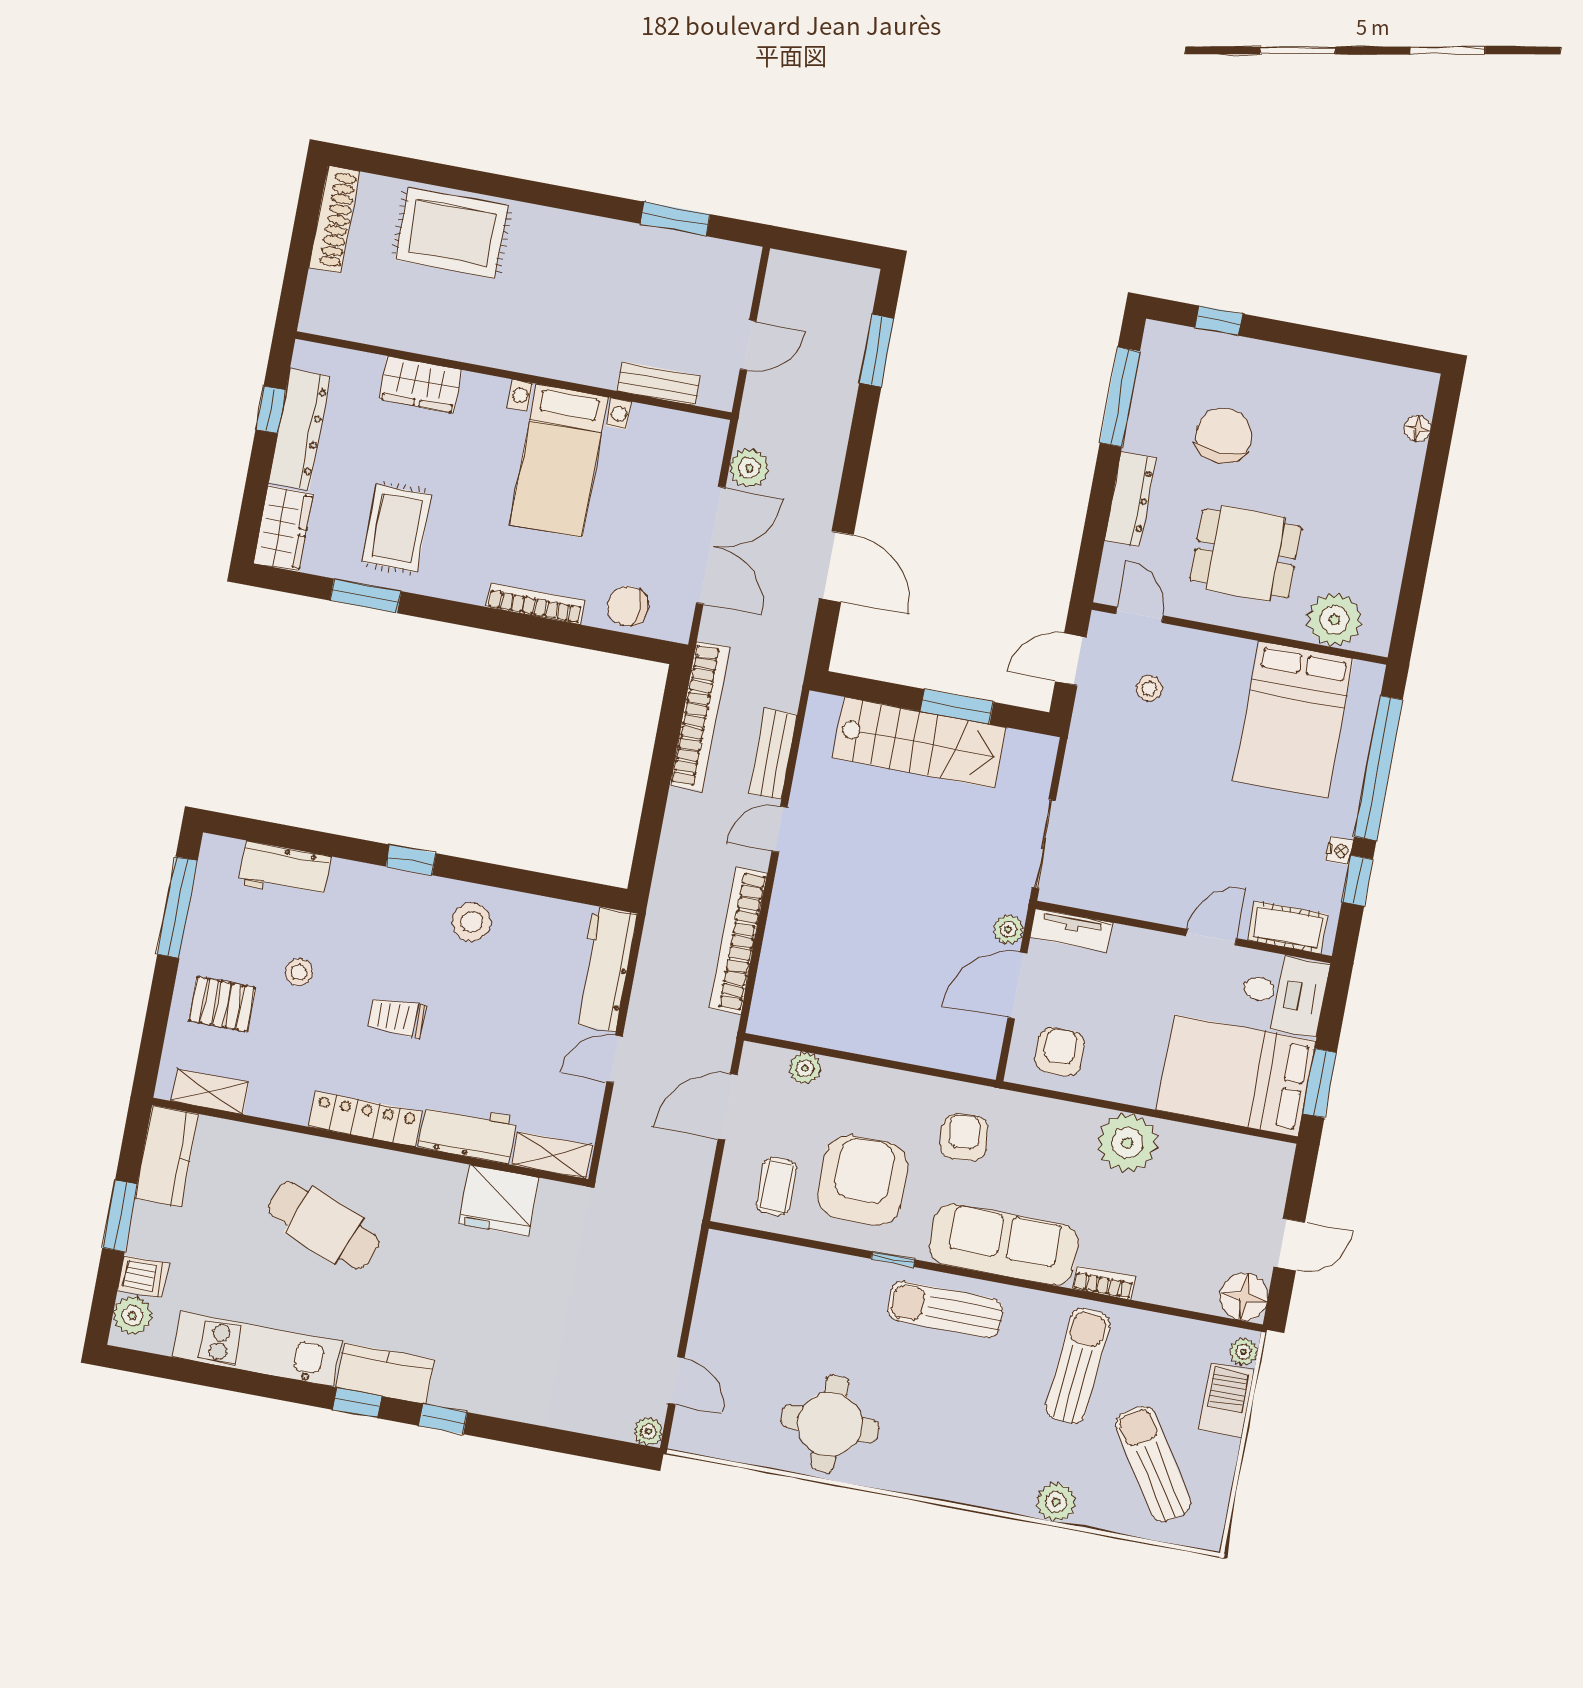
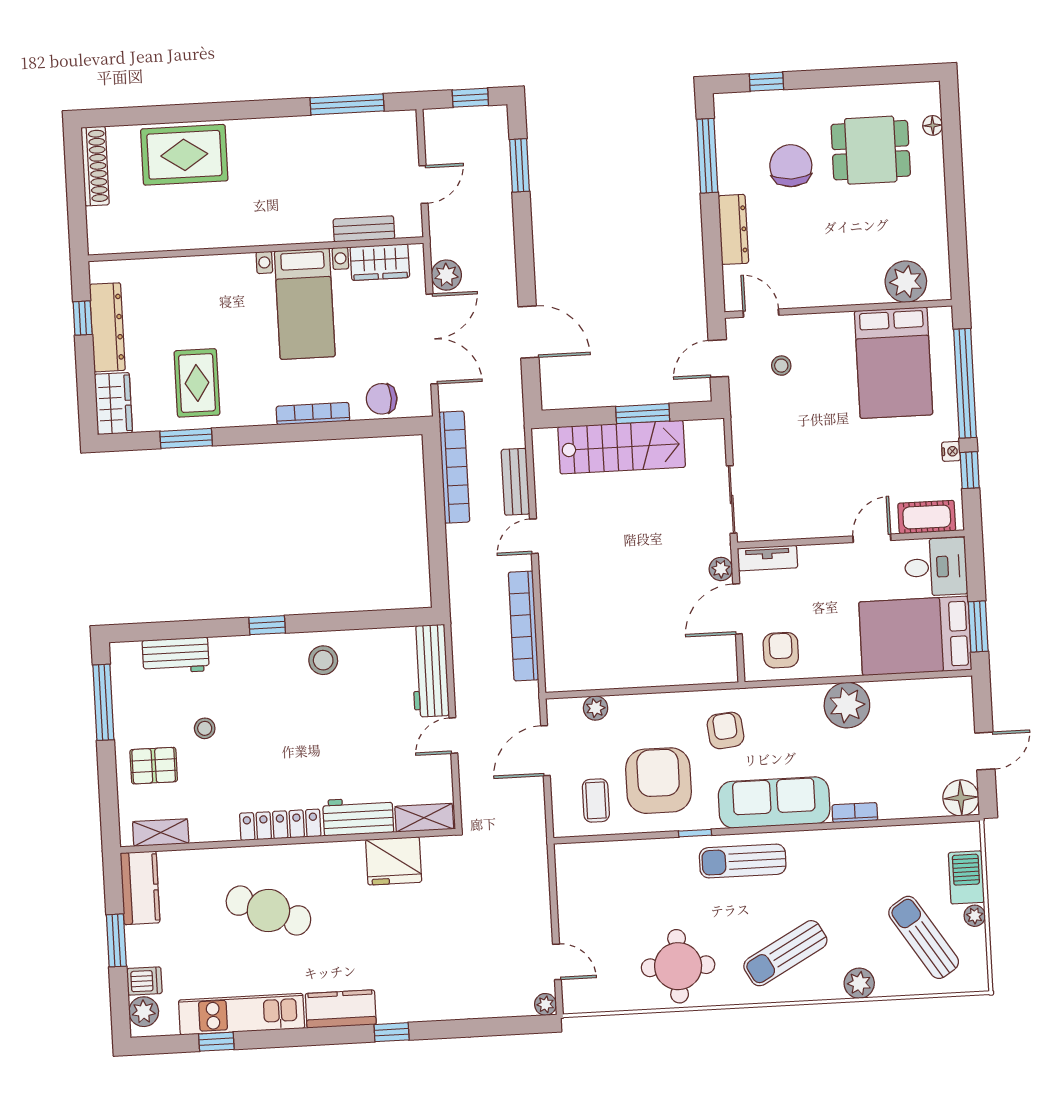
window: (675, 219) -> (347, 104), width x1.44
window: (835, 249) -> (470, 98), added
wardrobe: (420, 385) -> (380, 262), moved
dining table: (1246, 553) -> (871, 150), moved
trolley: (396, 1017) -> (285, 744), removed
plant: (1244, 1352) -> (975, 916), moved
sun lounger: (1078, 1366) -> (785, 953), moved, turned -124
window: (357, 1403) -> (216, 1042), moved

